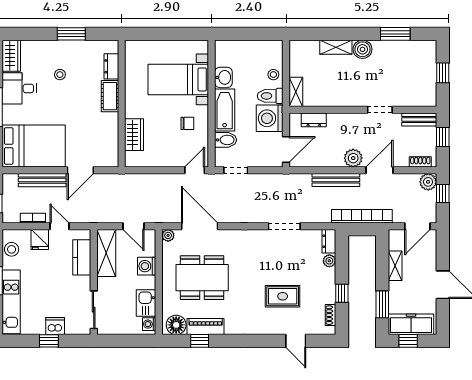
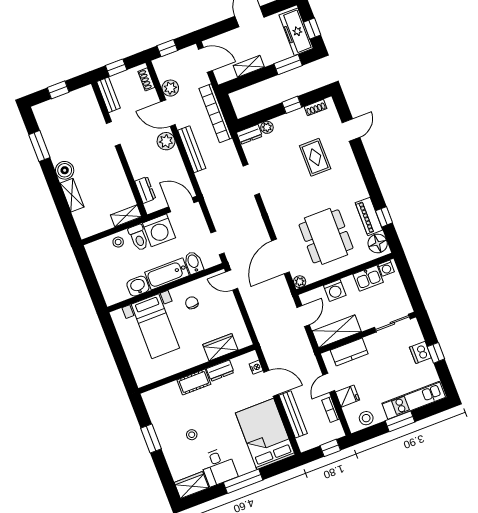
dresser: (111, 66) -> (220, 371), moved
nightstand: (101, 162) -> (256, 367), added
plant: (428, 182) -> (170, 88), moved

